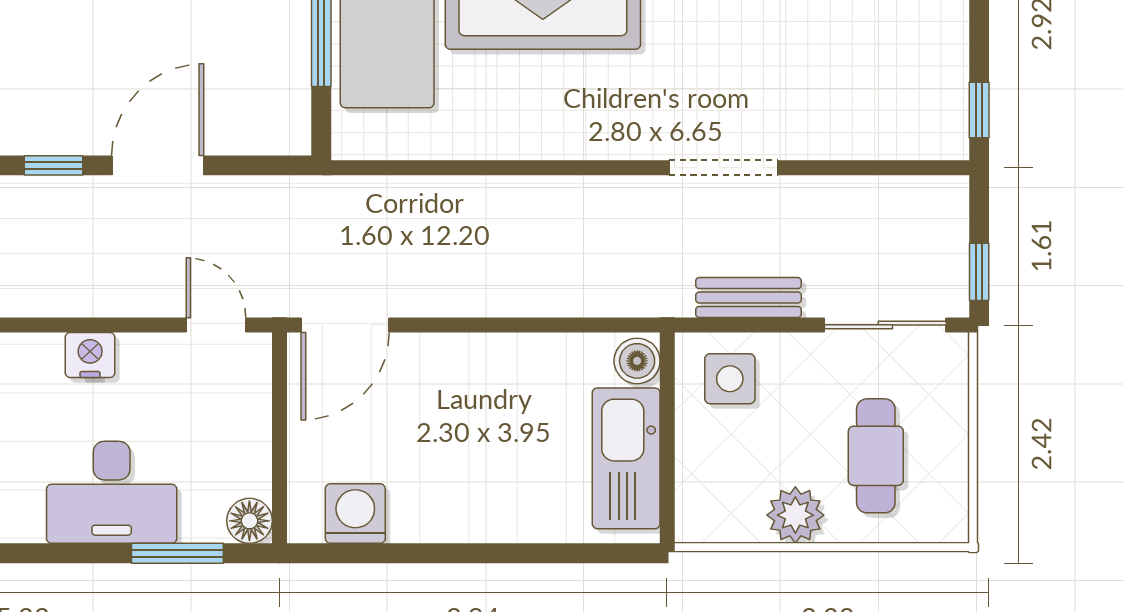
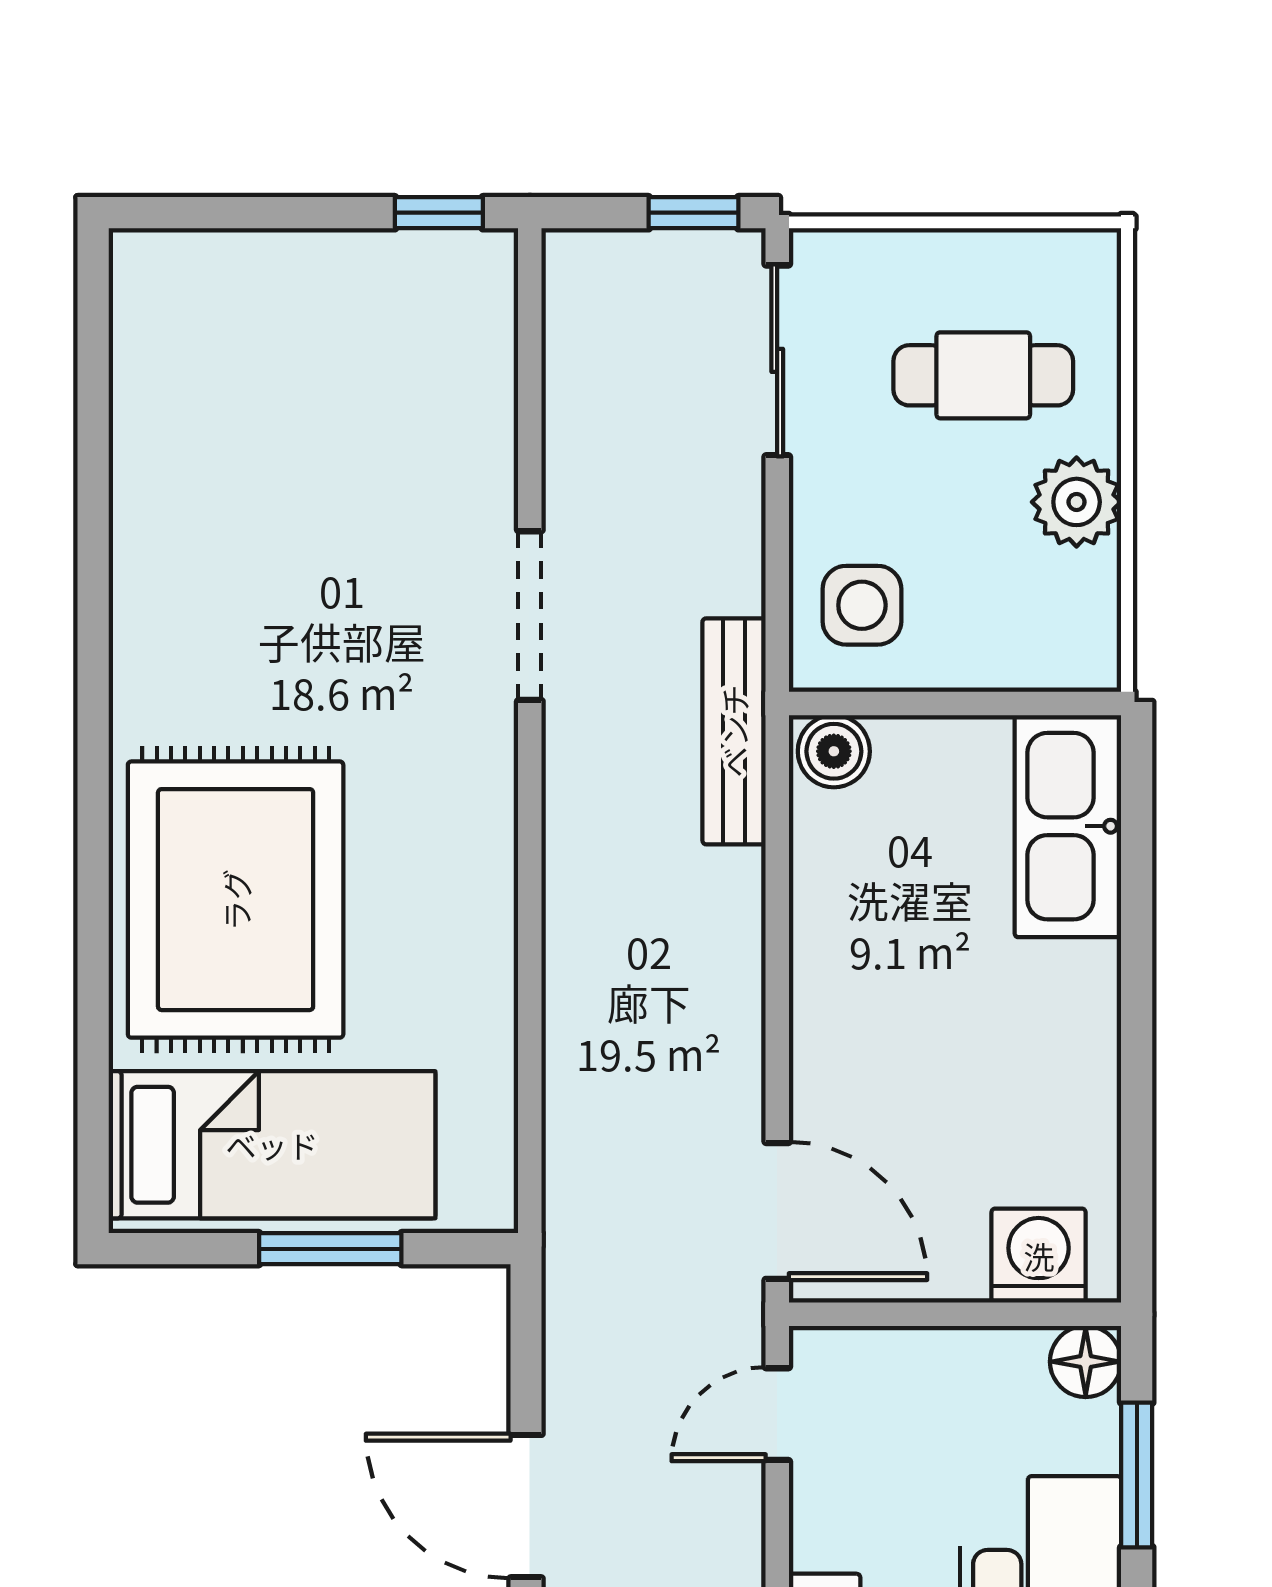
bench: (748, 298) -> (734, 731), moved, width x1.36
kitchen sink: (626, 458) -> (1068, 826), moved, turned 90
washing machine: (355, 514) -> (1039, 1256), moved, turned 90

